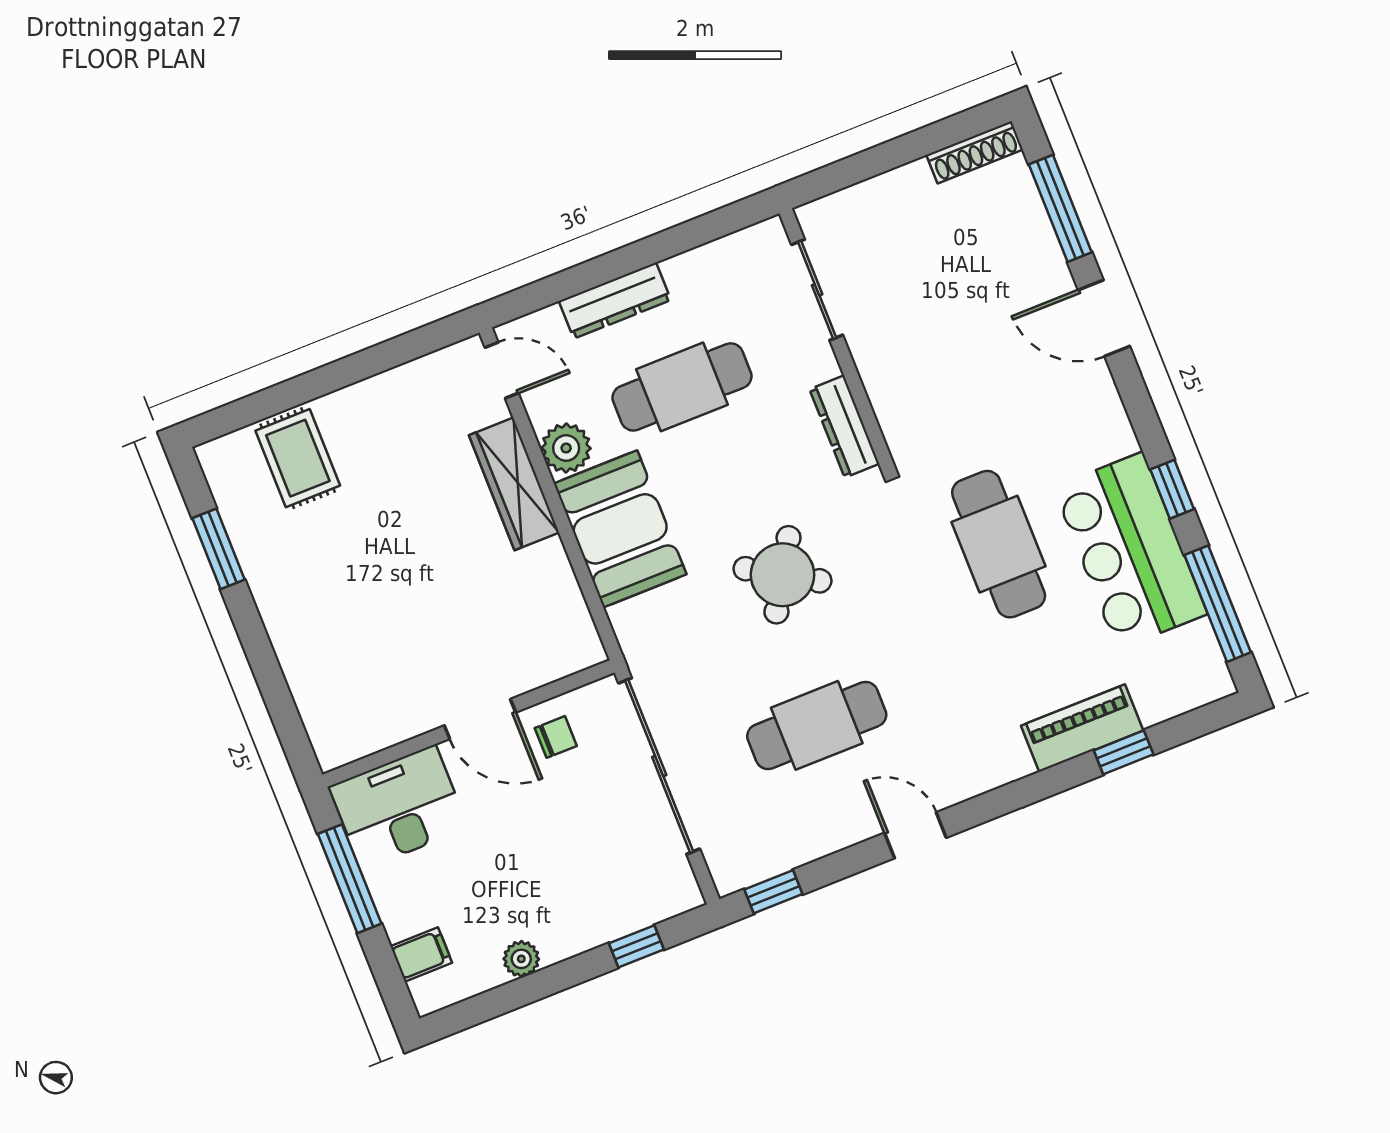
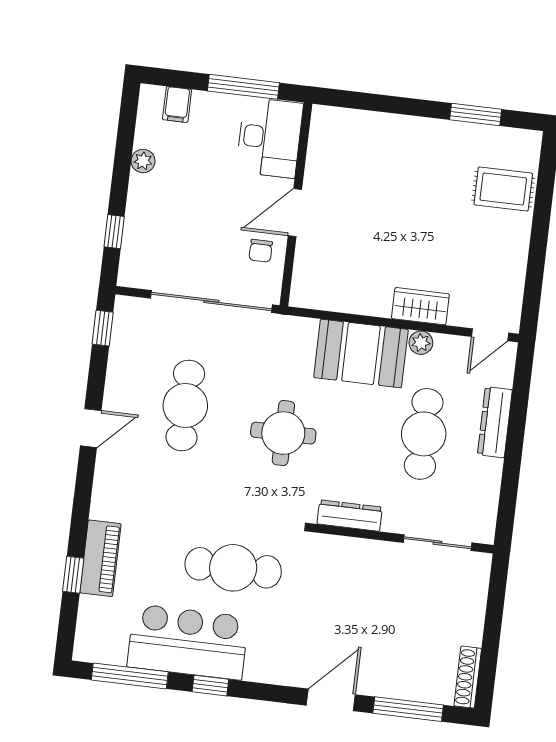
plant: (566, 448) -> (421, 343), width x0.73, depth x0.73
wardrobe: (514, 484) -> (420, 306), width x0.67
round table: (782, 575) -> (283, 433), turned -31

